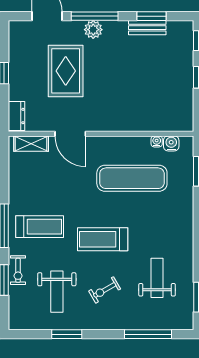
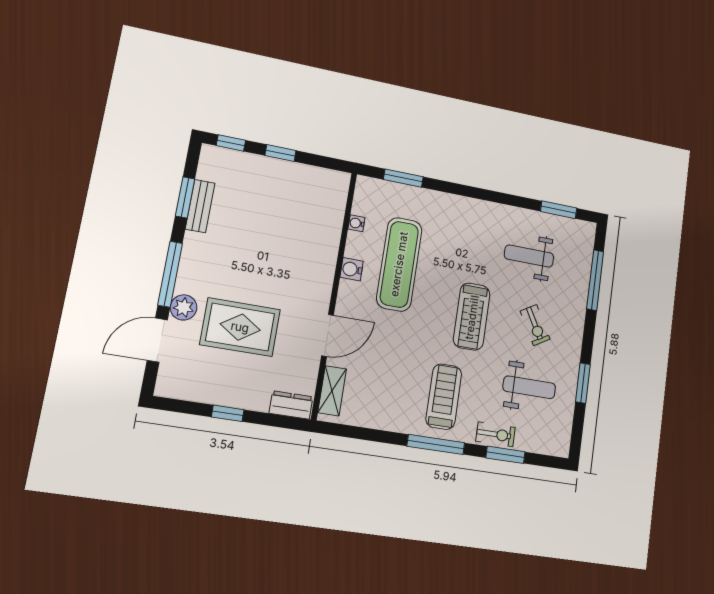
plant: (93, 30) -> (184, 307), moved
water cooler: (171, 143) -> (352, 269), moved

